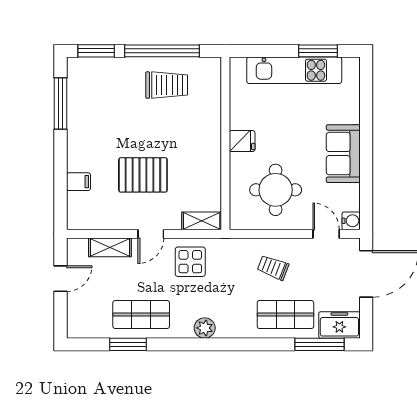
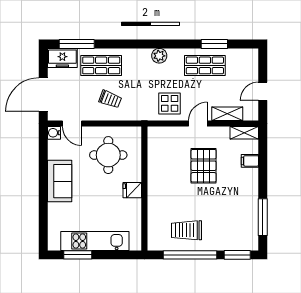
pallet: (143, 175) -> (204, 166), turned 90
shelving: (202, 221) -> (244, 133), moved

